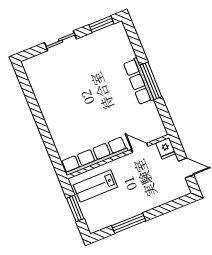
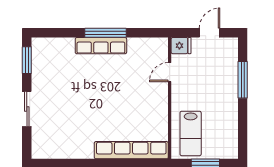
row of seats: (94, 156) -> (131, 150), moved, turned 90
window: (129, 223) -> (243, 80), moved

